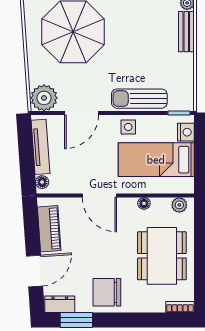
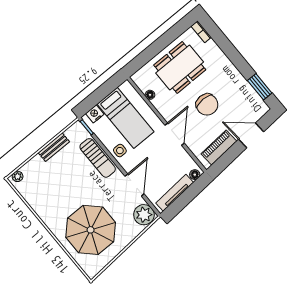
bench: (186, 32) -> (54, 147), moved
door: (81, 113) -> (135, 185), hinge flipped
floor lamp: (144, 203) -> (150, 95), moved
plant: (179, 205) -> (141, 82), removed
chair: (107, 292) -> (207, 105), moved
dresser: (60, 304) -> (258, 104), removed

